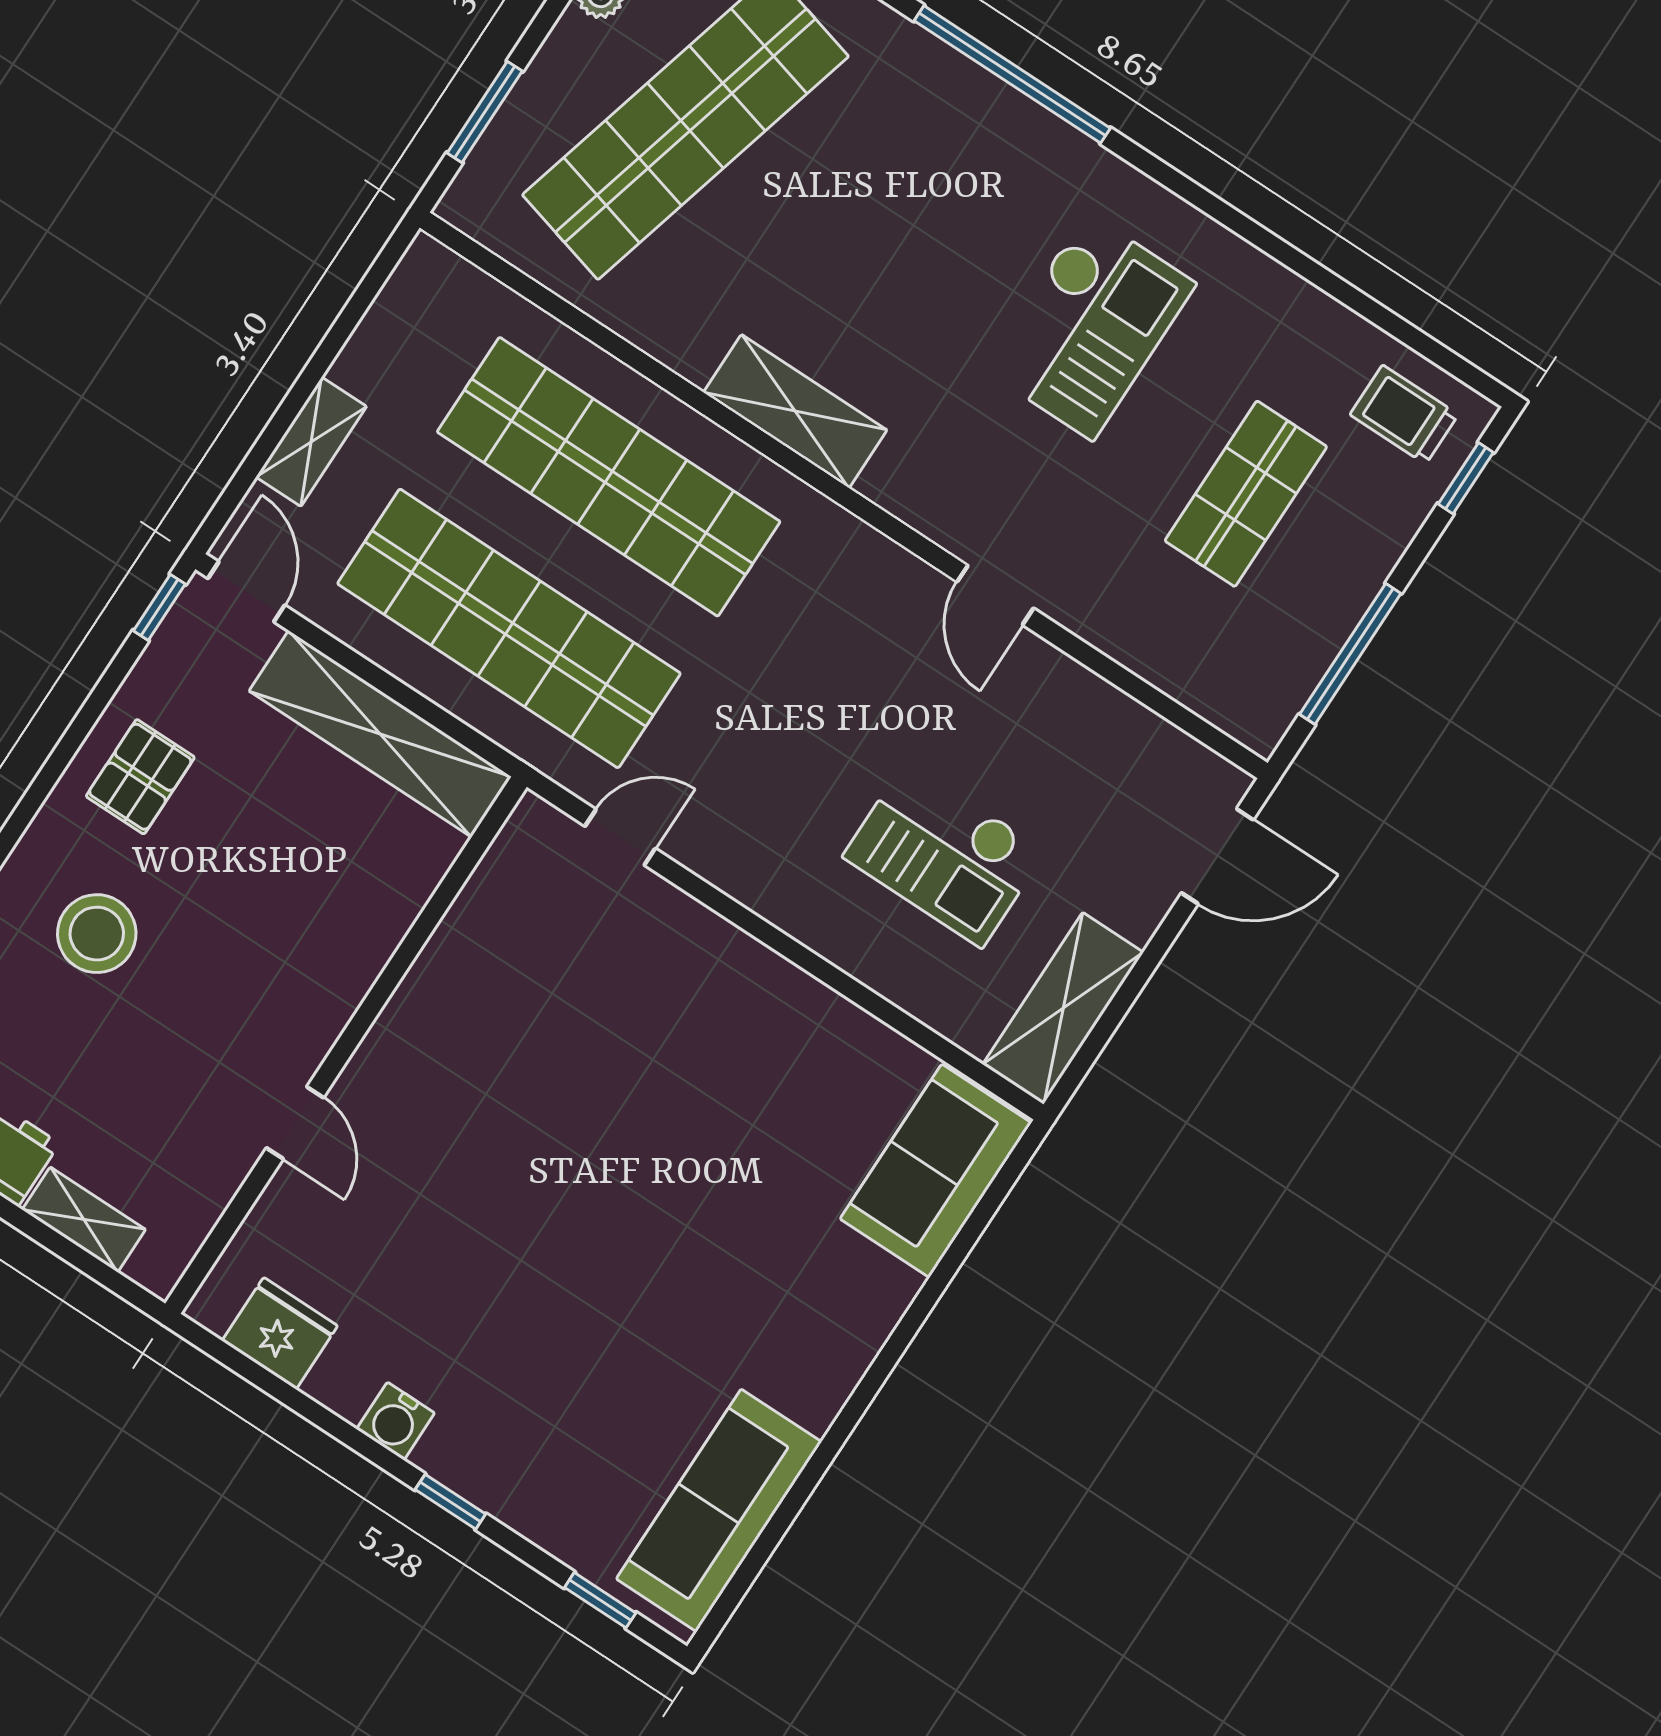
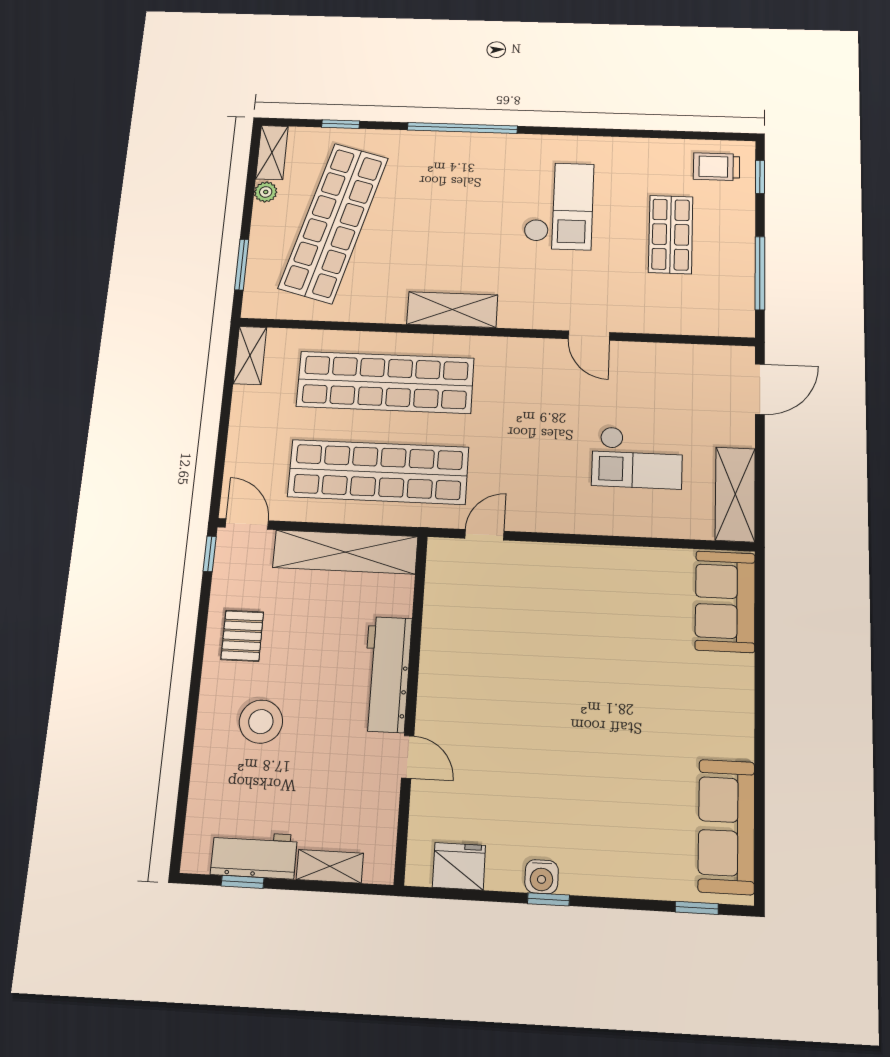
shelving: (311, 442) -> (250, 355), moved
workbench: (335, 974) -> (387, 674), added
window: (450, 1502) -> (548, 899), moved

